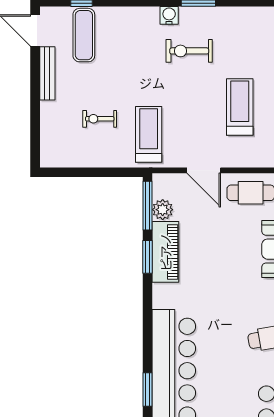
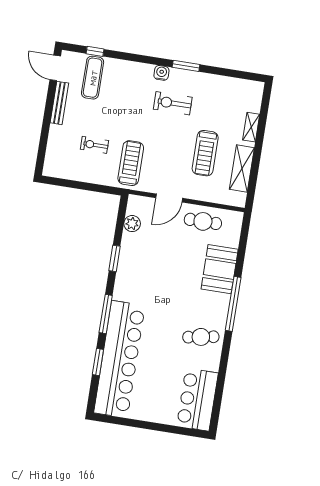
treadmill: (240, 107) -> (205, 153), turned 180
door: (204, 170) -> (169, 198), hinge flipped
window: (148, 206) -> (106, 314), moved
piano: (165, 252) -> (129, 257), removed

